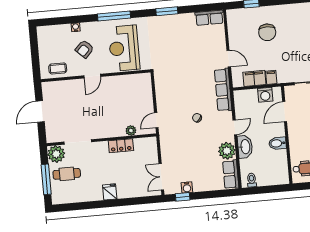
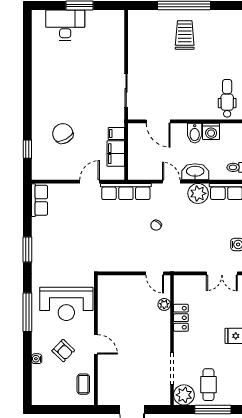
chair: (267, 32) -> (63, 133), turned -118
washing machine: (265, 95) -> (211, 131), moved, turned 90

